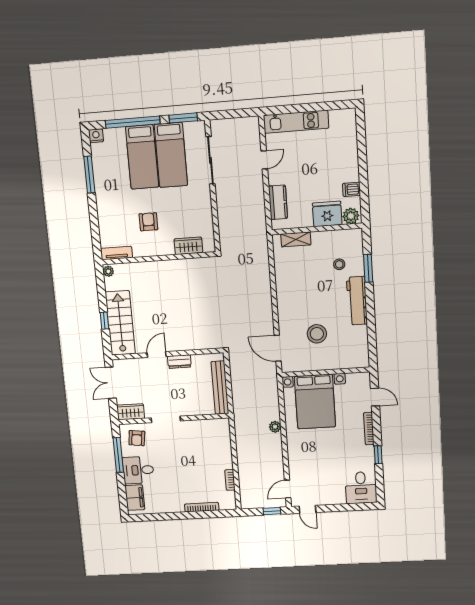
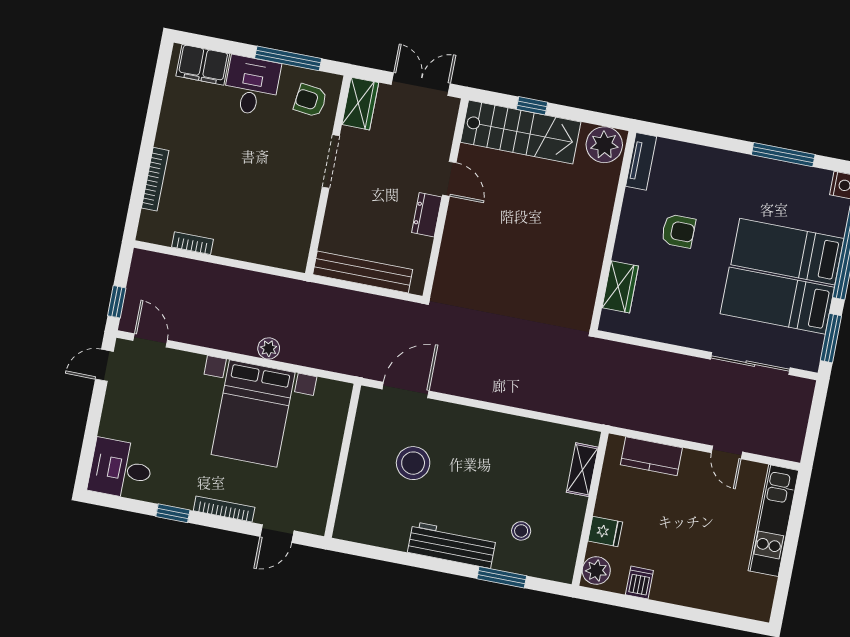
fridge: (327, 214) -> (605, 531), width x0.53, depth x0.75
plant: (108, 271) -> (604, 145), width x1.87, depth x1.87
bed with nightstands: (315, 402) -> (253, 413), moved, turned -90

